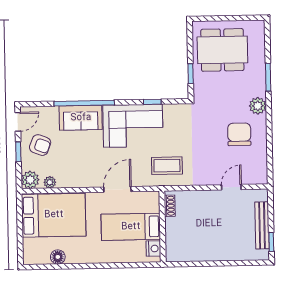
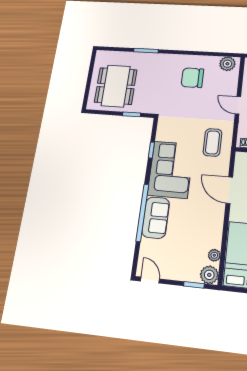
plant: (258, 106) -> (227, 64), moved
armchair: (40, 145) -> (176, 260), removed
window: (18, 152) -> (194, 285), moved
door: (231, 187) -> (238, 105), moved

